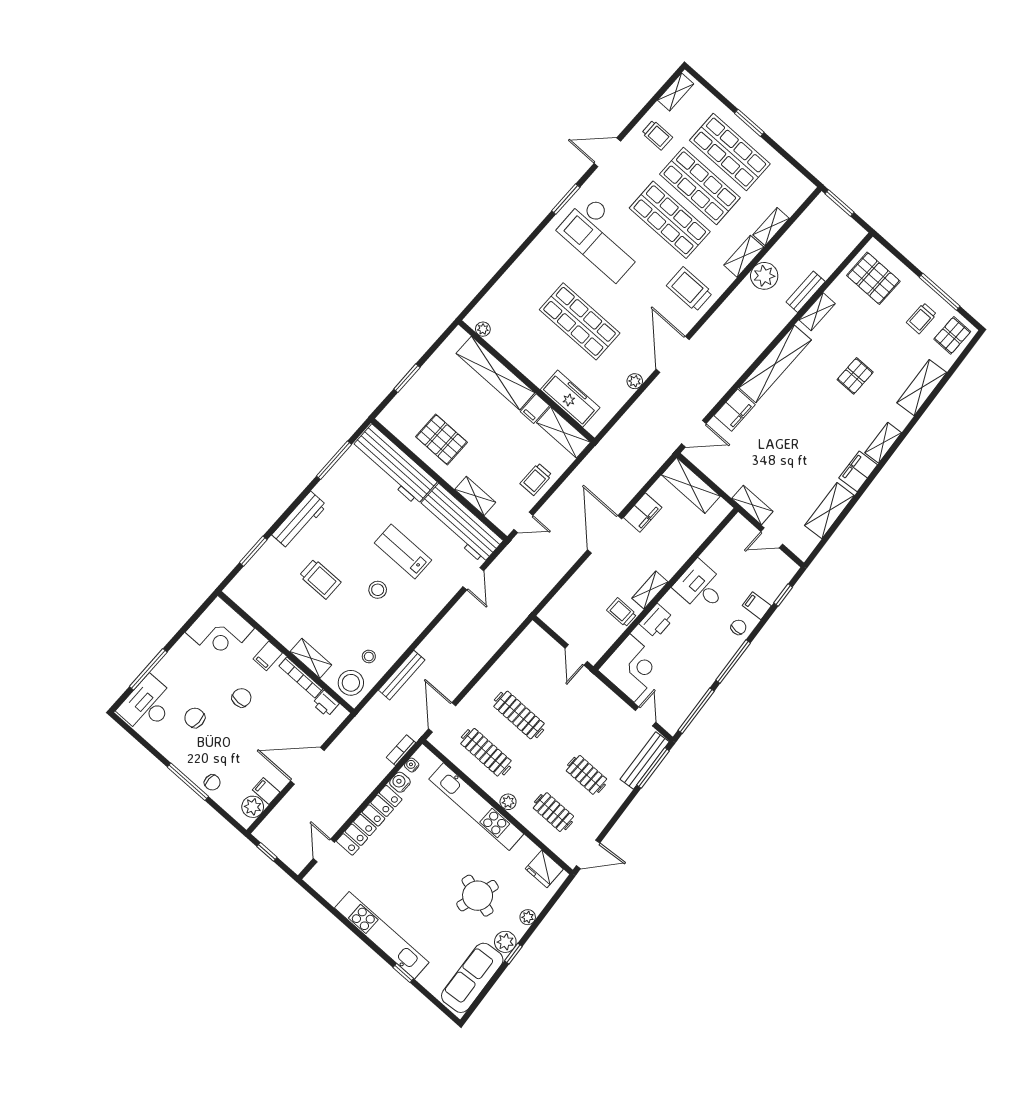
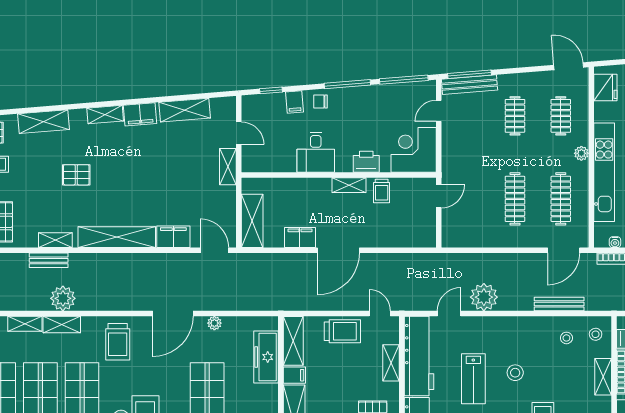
trolley: (536, 479) -> (342, 331), width x1.36, depth x1.39
plant: (462, 619) -> (484, 297), added
stool: (351, 683) -> (596, 334), width x0.53, depth x0.53

